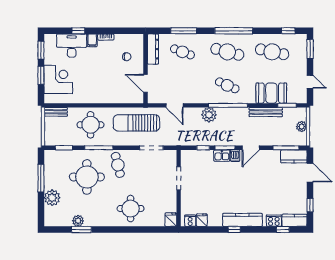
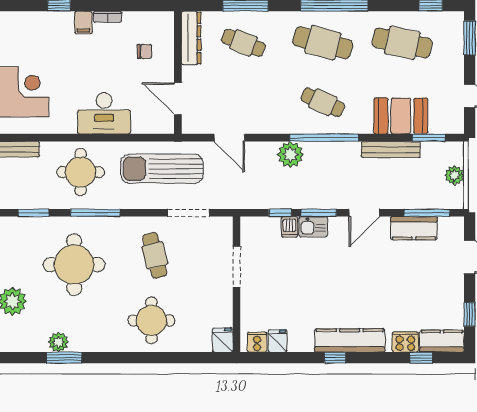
desk: (72, 46) -> (104, 113), moved, turned 180
dishwasher: (235, 156) -> (289, 227), moved
kitchen counter: (294, 156) -> (414, 228), moved
cafe table: (118, 165) -> (155, 255), moved

